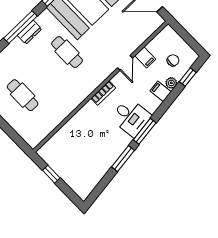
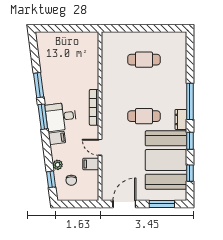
dresser: (30, 32) -> (181, 119), moved
filing cabinet: (161, 91) -> (57, 138), moved
bookcase: (103, 93) -> (94, 107), width x1.56
window: (51, 174) -> (74, 28), removed

